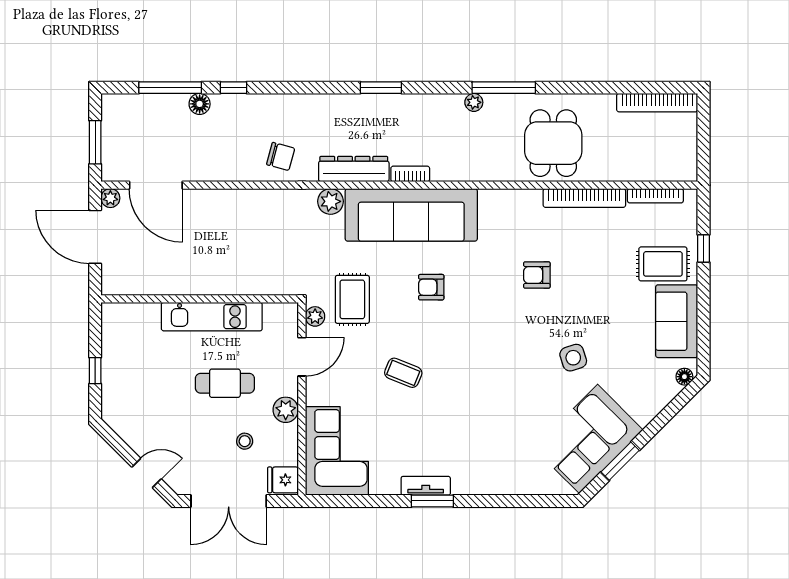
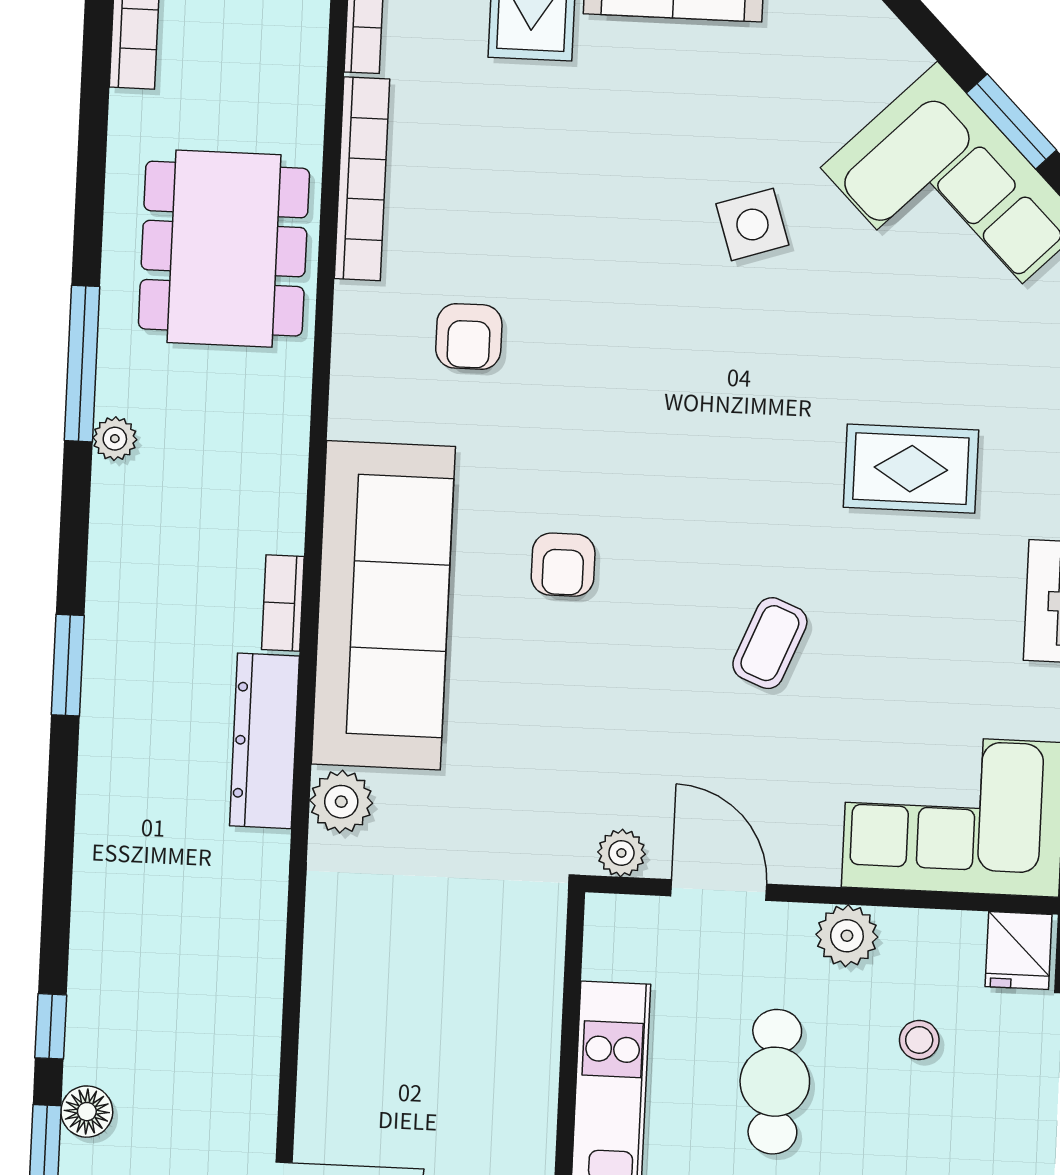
dining table: (553, 143) -> (224, 249), width x1.38
chair: (281, 156) -> (225, 919), removed
armchair: (537, 275) -> (469, 336), moved
rug: (352, 299) -> (911, 469), moved

